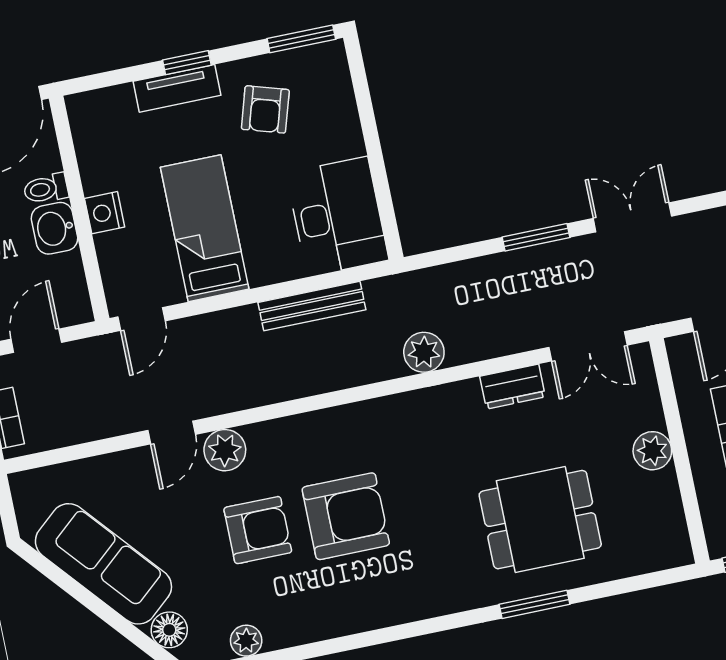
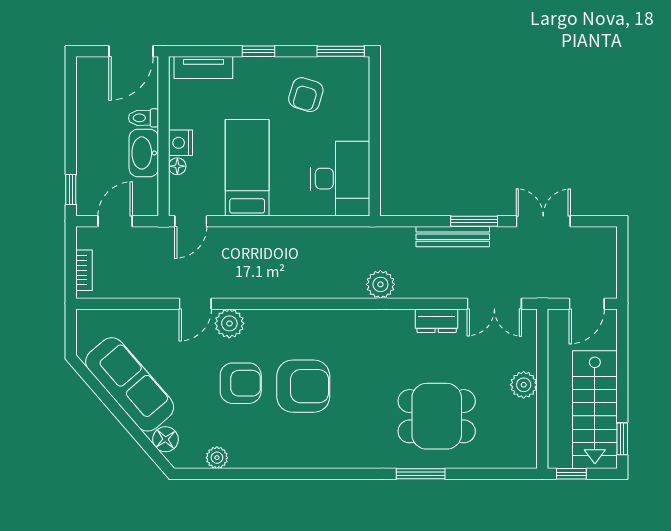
tv unit: (177, 88) -> (203, 67), moved
washbasin: (55, 228) -> (144, 153), width x1.38
floor lamp: (107, 246) -> (177, 166), added
bench: (312, 306) -> (453, 237), moved

